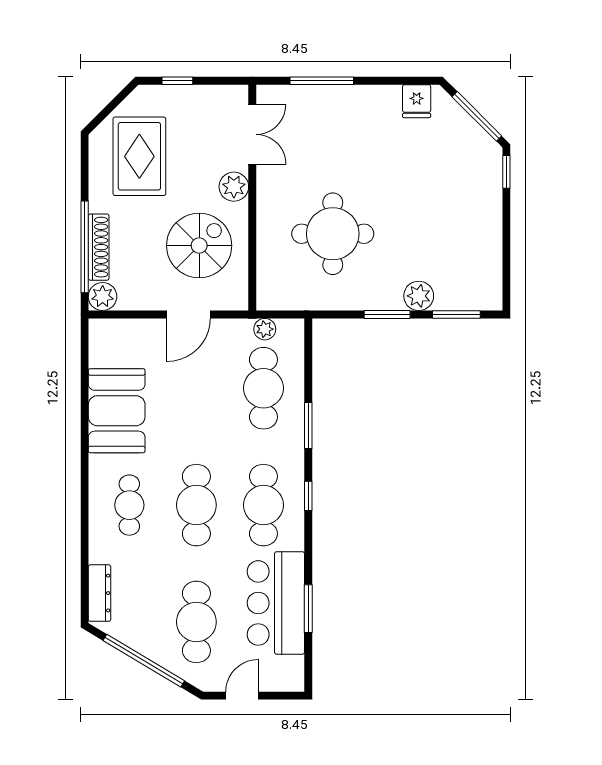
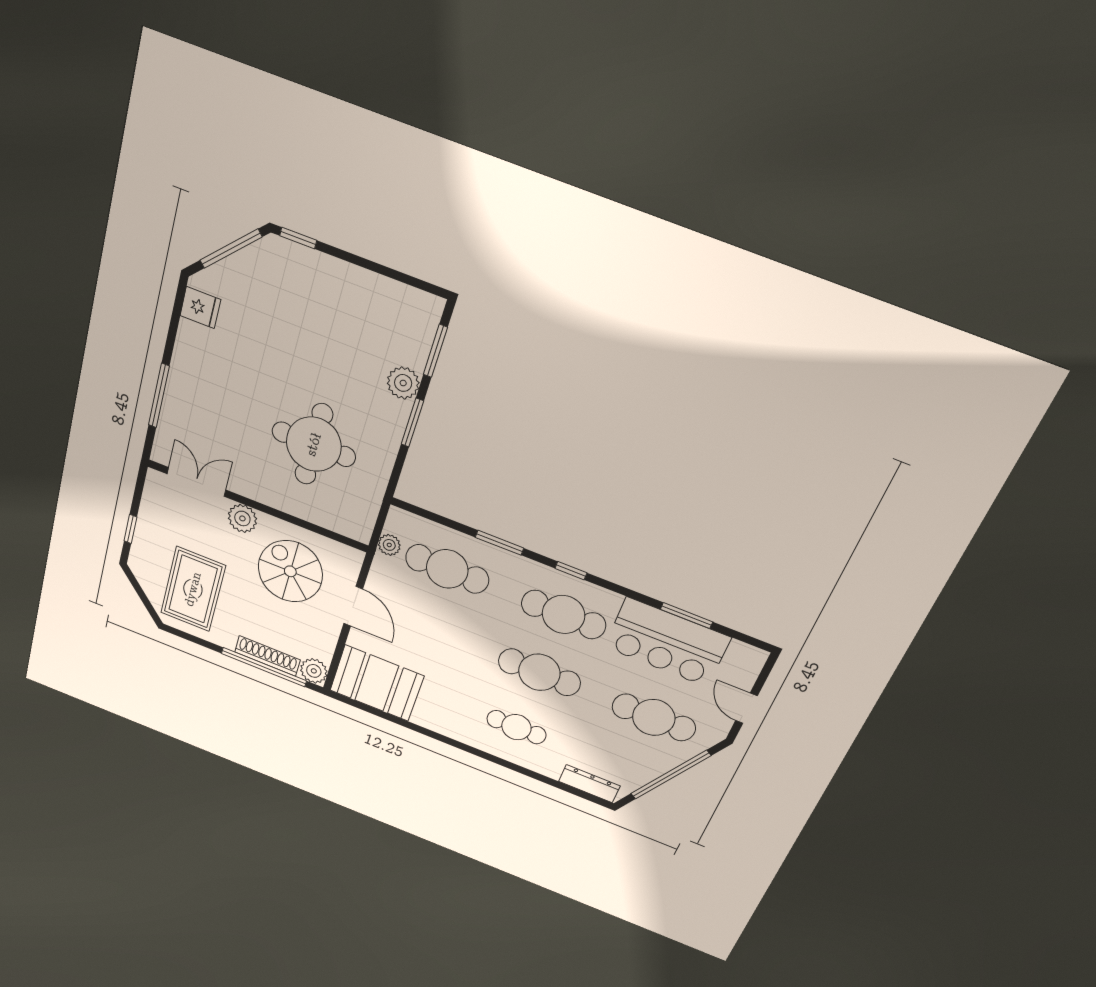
rug: (139, 156) -> (193, 589), turned 90
booth: (117, 411) -> (377, 683), moved

